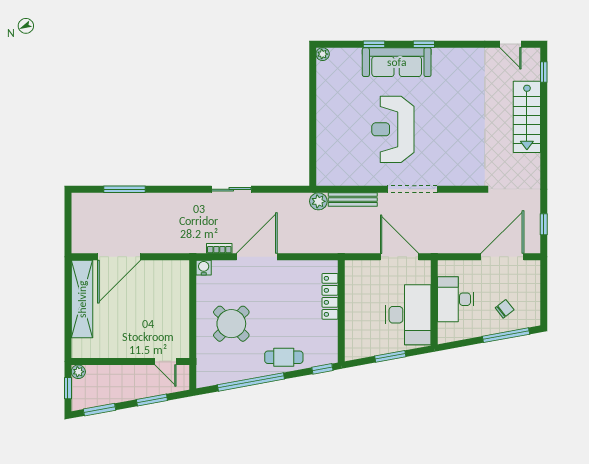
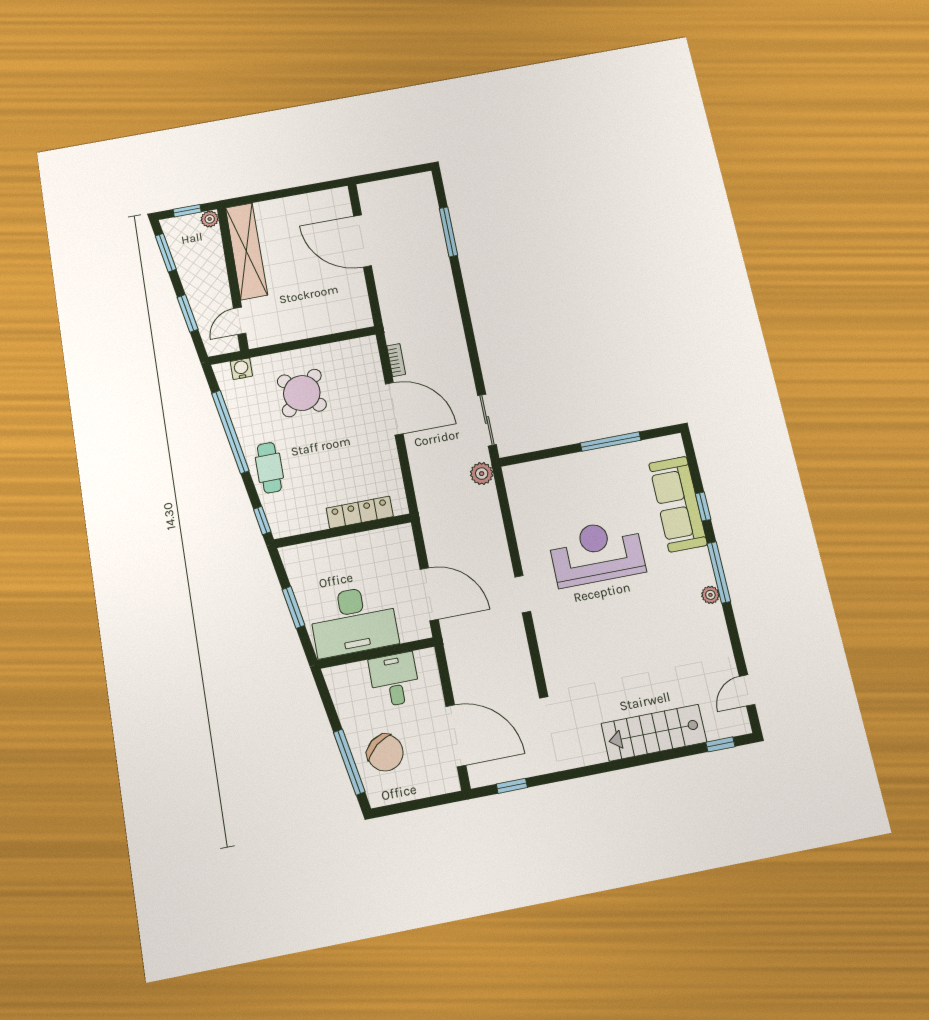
window: (424, 44) -> (719, 572), width x2.17
plant: (323, 54) -> (710, 595), moved
sofa: (397, 62) -> (678, 504), moved
window: (313, 101) -> (611, 442), added
sliding door: (231, 189) -> (487, 420), moved
doorway: (412, 189) -> (523, 594), width x0.53
bench: (353, 199) -> (493, 518), removed
door: (399, 257) -> (429, 594), hinge flipped
water cooler: (204, 268) -> (241, 369), moved, turned -90
shelving: (82, 299) -> (246, 251), moved, turned 90
desk: (455, 299) -> (394, 680), width x0.73
chair: (505, 309) -> (385, 753), width x1.87, depth x1.87

